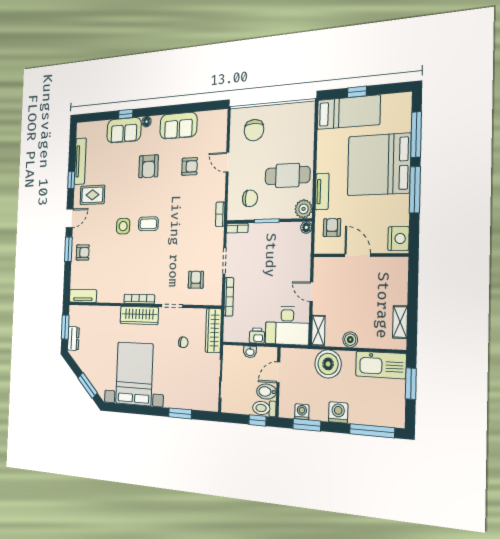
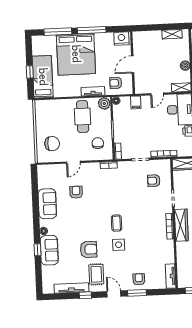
armchair: (149, 166) -> (89, 249), moved
filing cabinet: (302, 258) -> (136, 102), added

